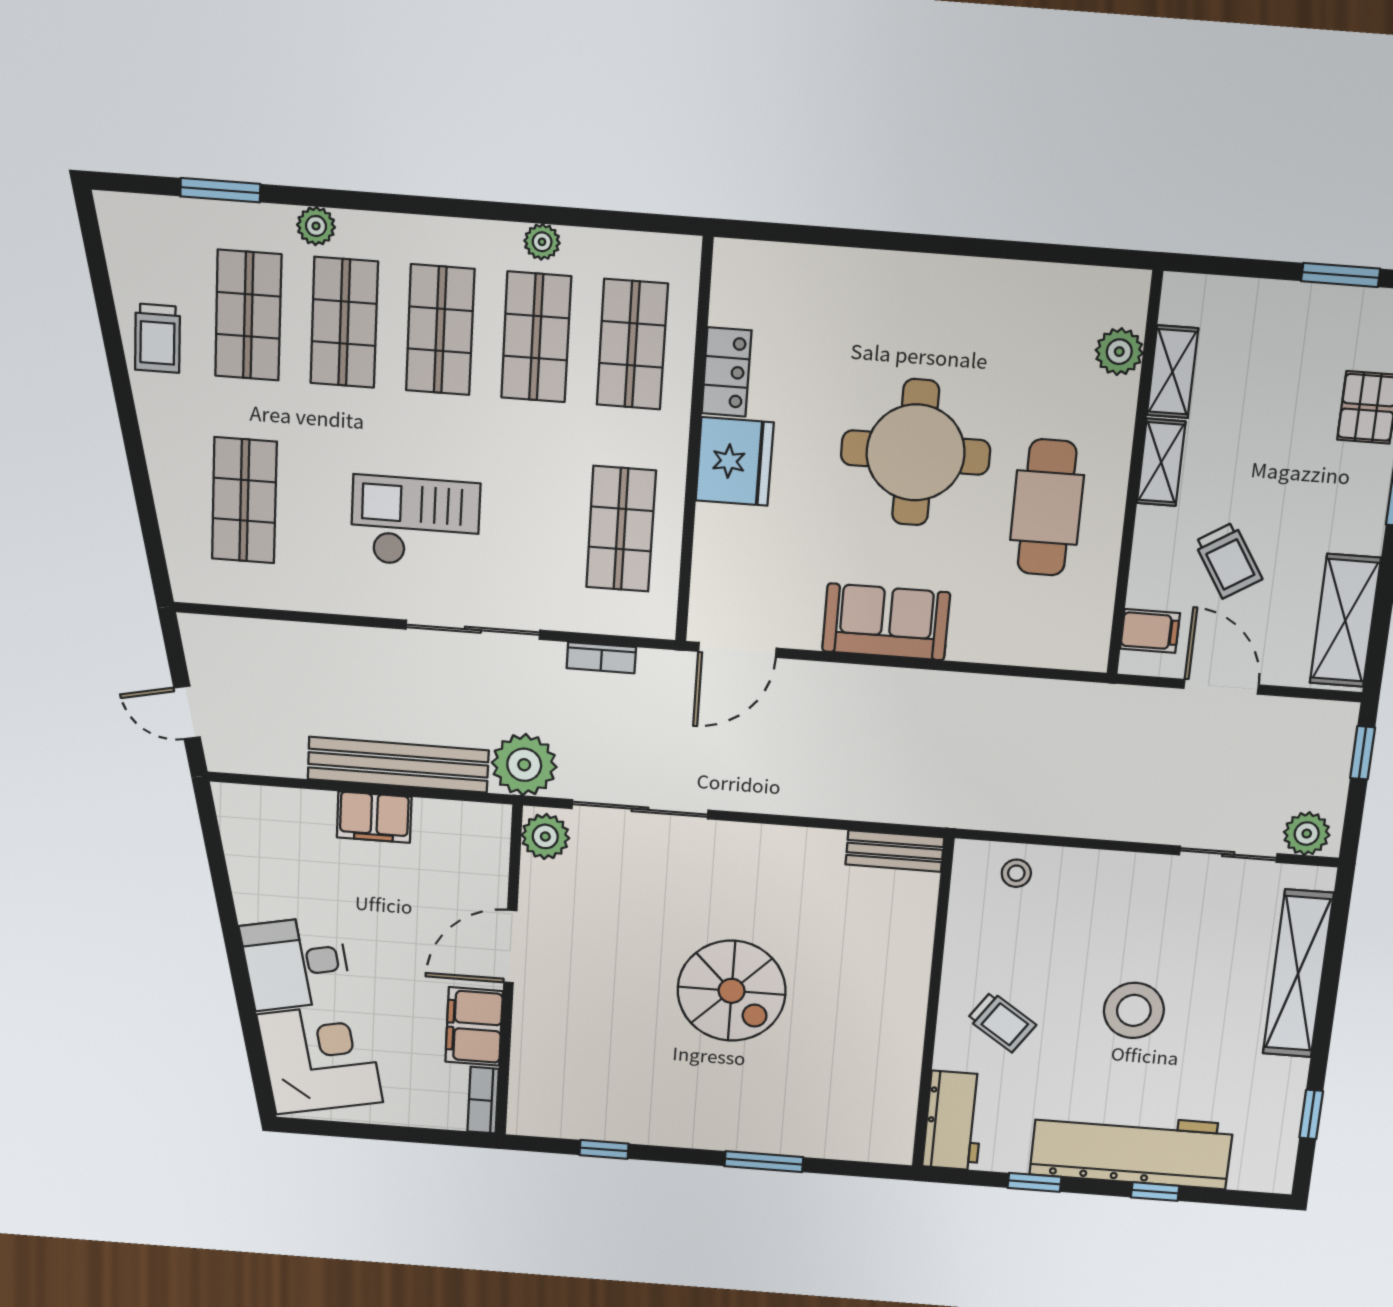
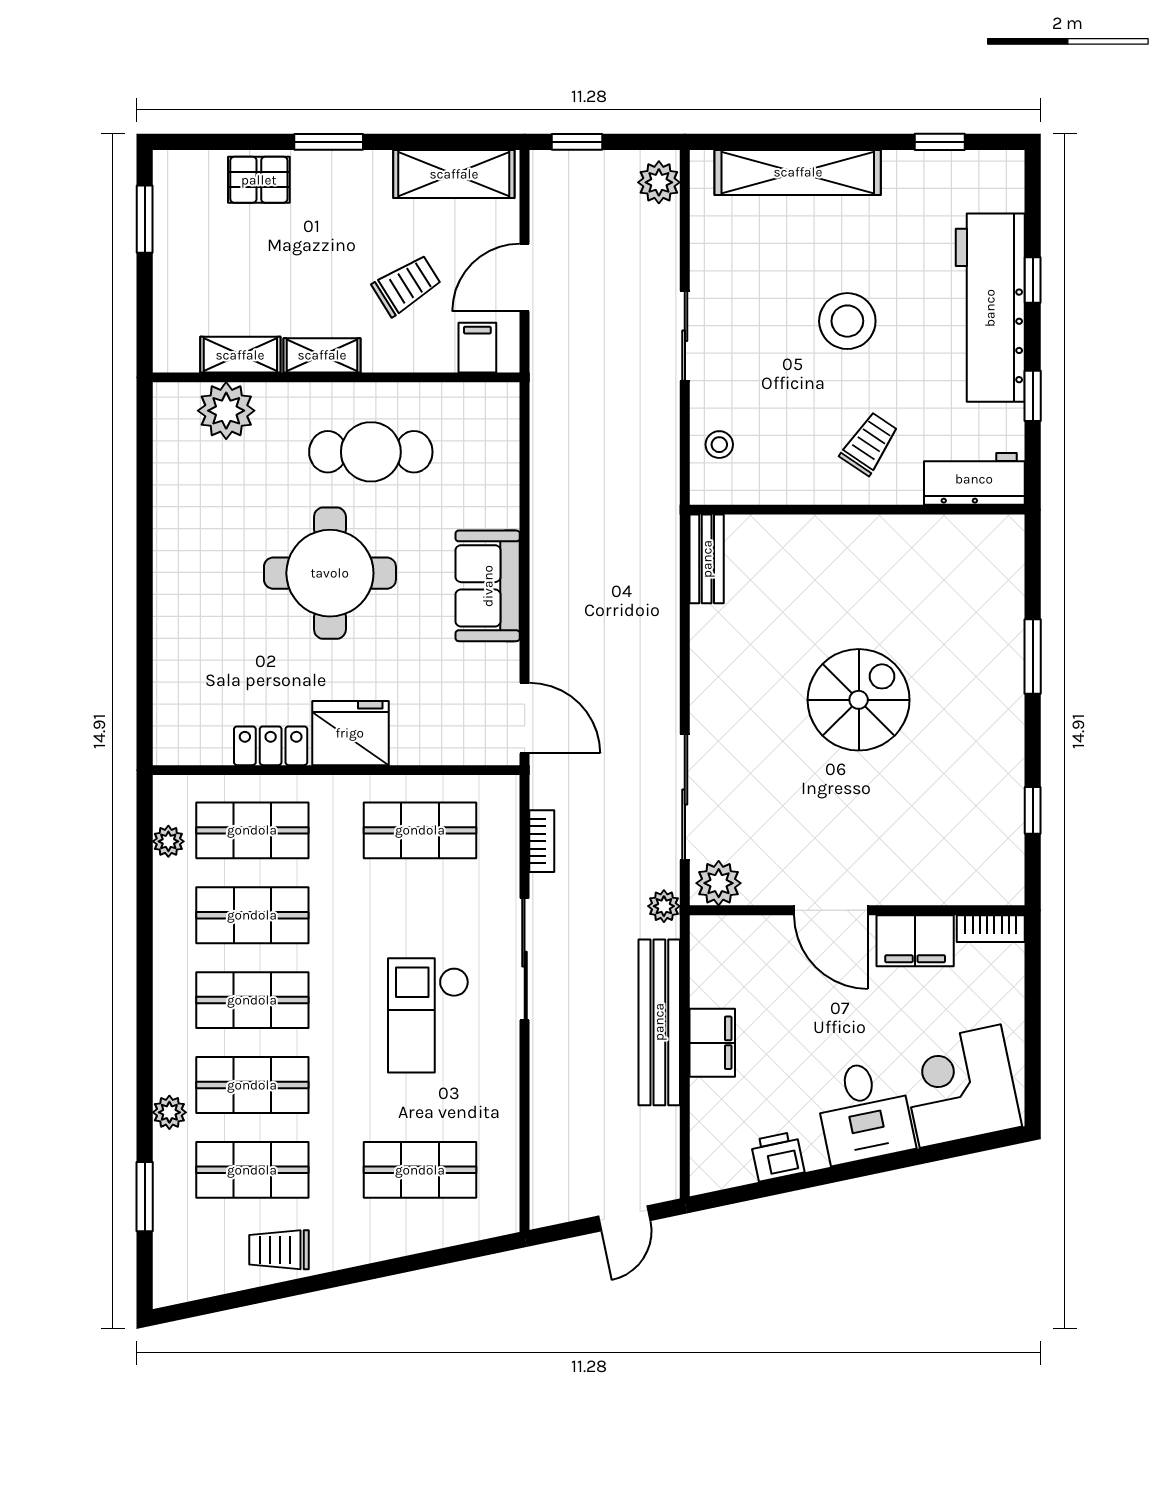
plant: (542, 242) -> (168, 841), moved
trolley: (157, 338) -> (279, 1250), turned 180
plant: (1119, 352) -> (226, 411), width x1.36, depth x1.36
plant: (524, 765) -> (664, 906), width x0.53, depth x0.53
sliding door: (1228, 854) -> (685, 336), moved
printer: (251, 873) -> (777, 1156), added

